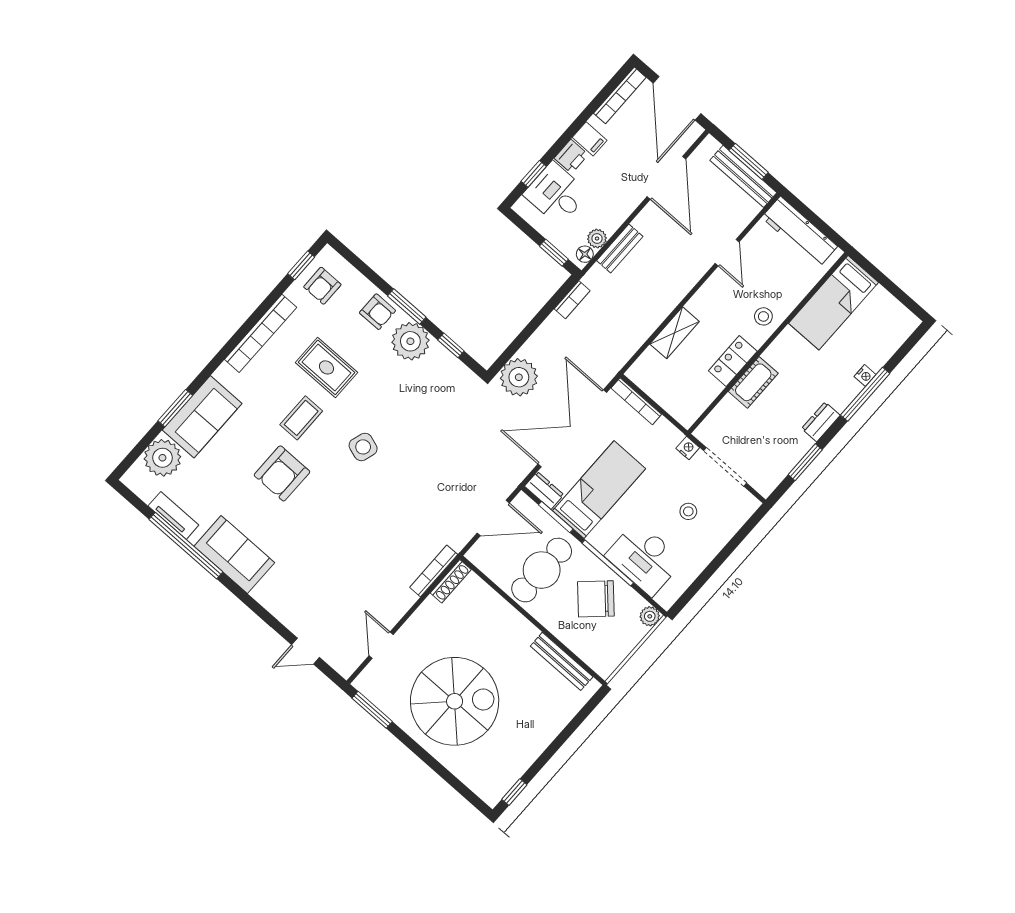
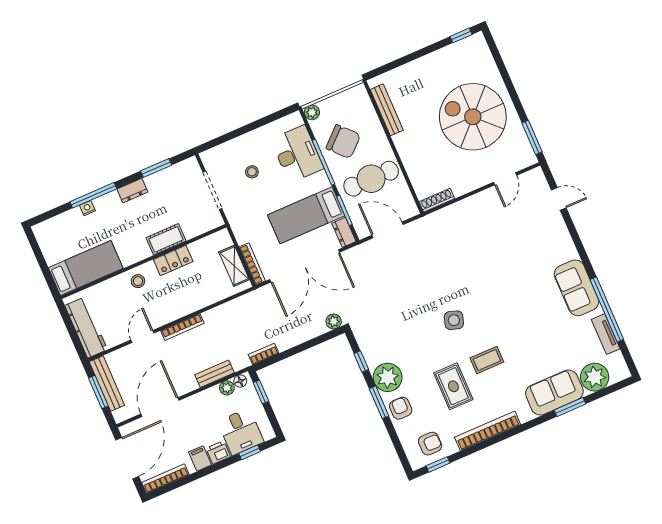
shelving: (675, 333) -> (234, 266), moved, turned 90
plant: (519, 377) -> (334, 321), width x0.53, depth x0.53
nightstand: (688, 448) -> (232, 215), removed
armchair: (282, 473) -> (518, 328), removed
bookcase: (434, 571) -> (182, 327), moved

